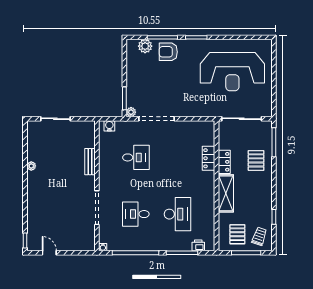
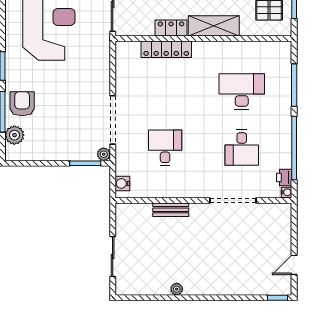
armchair: (168, 52) -> (22, 104), turned 180
locker: (209, 158) -> (166, 49), width x1.53
printer: (198, 245) -> (284, 178), moved

